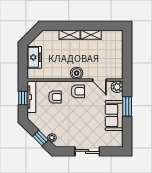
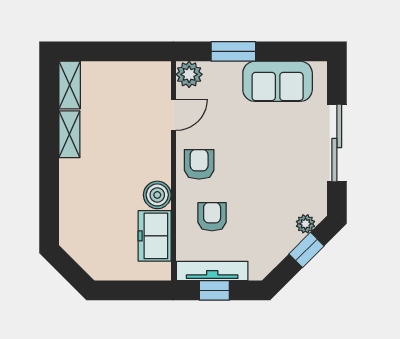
shelving: (70, 35) -> (70, 85), moved
freezer: (34, 57) -> (155, 236), moved, turned -90
boiler: (77, 73) -> (157, 195), moved
sofa: (114, 115) -> (278, 81), moved
sliding door: (87, 151) -> (337, 143), width x1.37

